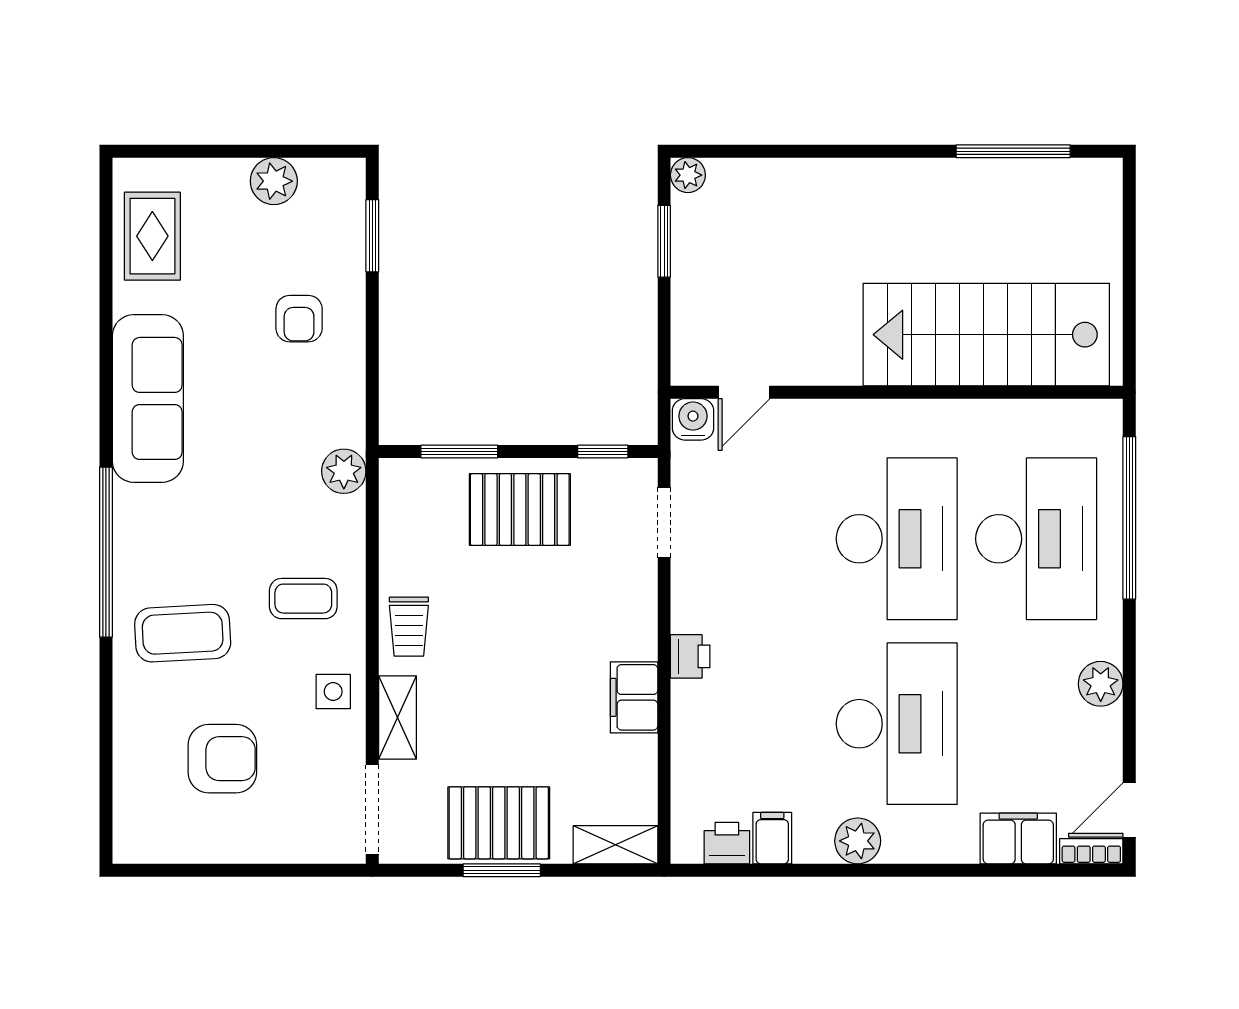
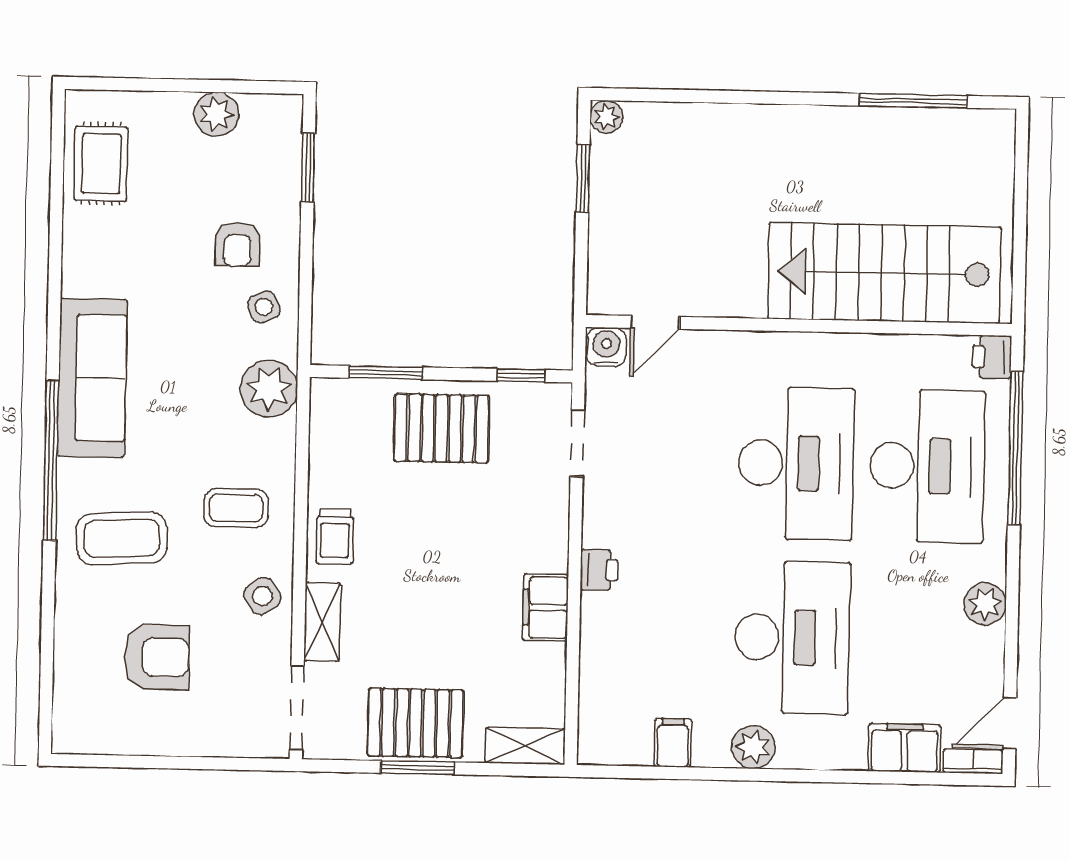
side table: (328, 384) -> (264, 307), added
sofa: (148, 398) -> (92, 378), moved
plant: (344, 471) -> (269, 389), width x1.36, depth x1.36
side table: (333, 692) -> (262, 596), turned -34
printer: (727, 843) -> (992, 357), moved, turned -90

